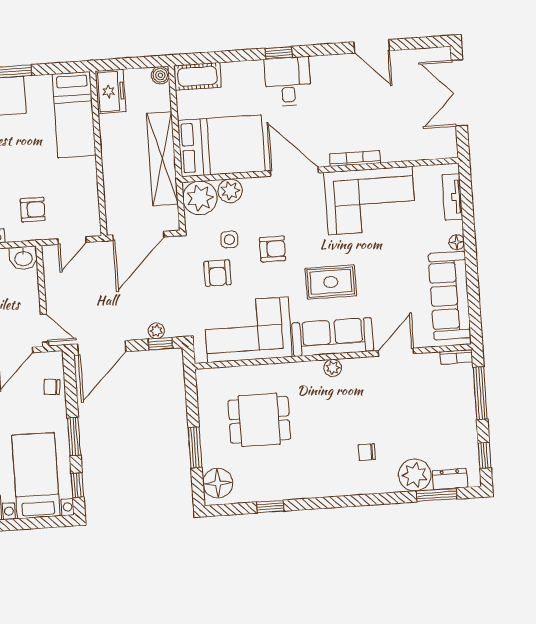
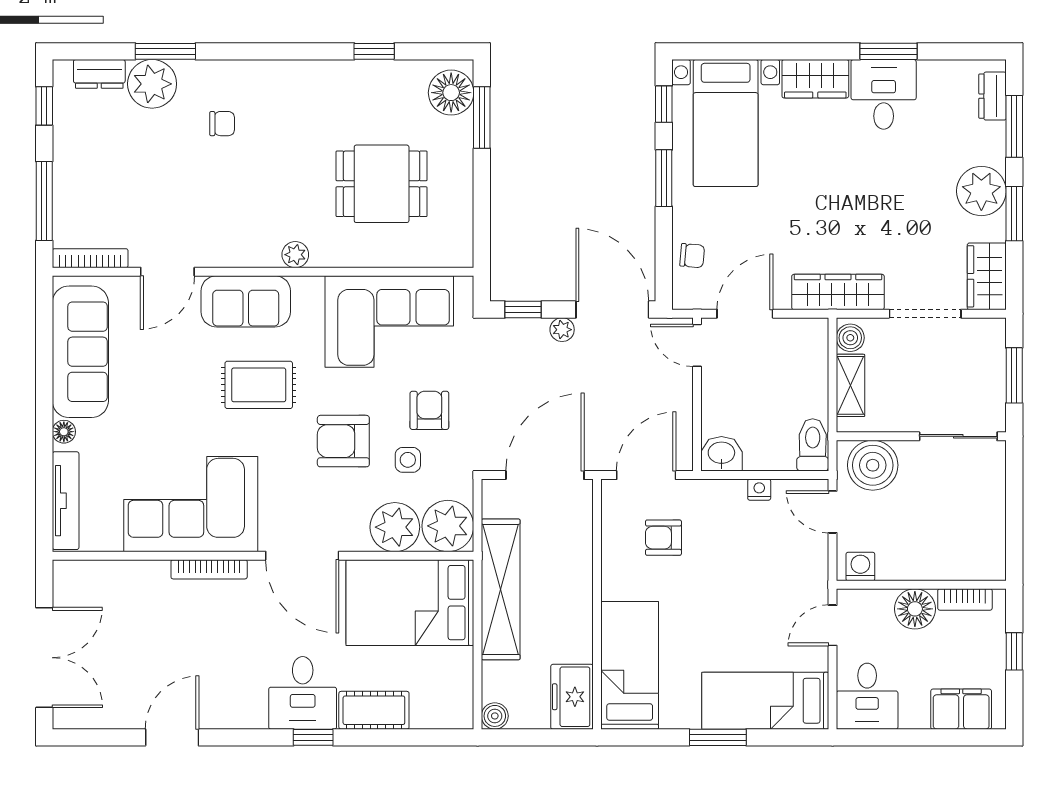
door: (372, 46) -> (172, 737), hinge flipped
cot: (197, 76) -> (374, 710), moved
plant: (230, 191) -> (395, 527), width x1.36, depth x1.36
tv unit: (452, 197) -> (66, 501), width x1.41
armchair: (33, 210) -> (663, 538), moved
door: (72, 241) -> (646, 475), width x1.38
armchair: (273, 249) -> (343, 441), width x1.38, depth x1.38
plant: (156, 331) -> (562, 330), moved
sofa: (333, 337) -> (246, 301), width x0.73
door: (102, 348) -> (612, 309), hinge flipped
bookcase: (456, 357) -> (90, 258), width x1.56
plant: (333, 368) -> (295, 255), moved
window: (195, 447) -> (482, 118), moved
window: (437, 495) -> (165, 51), moved

